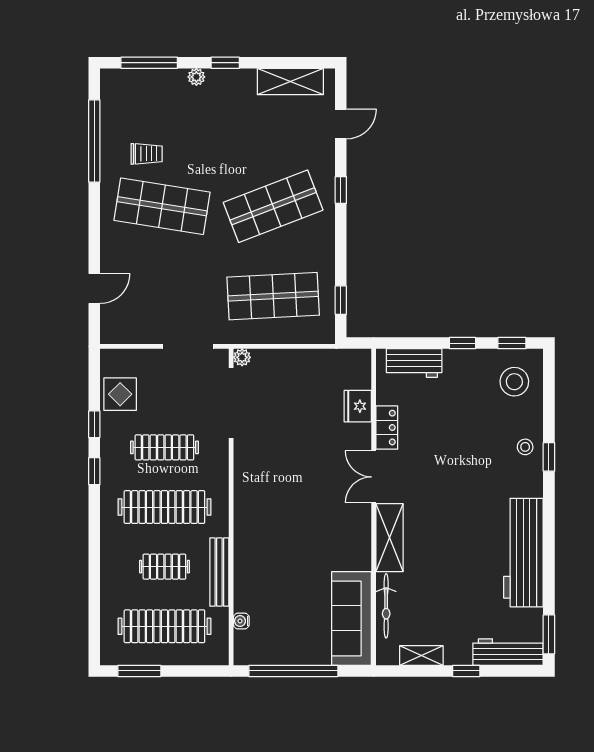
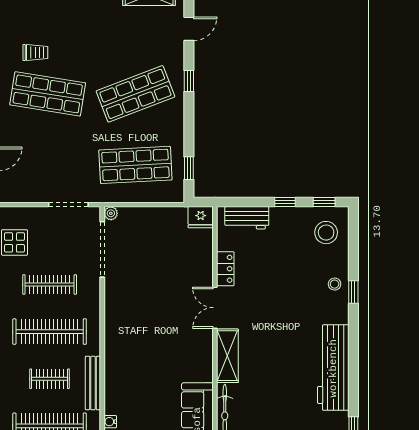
fridge: (358, 406) -> (201, 217), moved, turned -90

